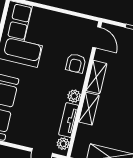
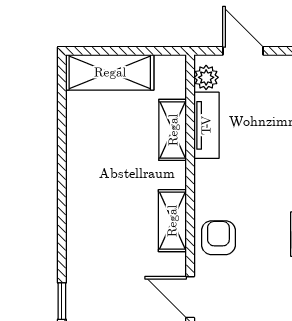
plant: (74, 96) -> (207, 174), removed
shelving: (89, 109) -> (173, 130), moved

